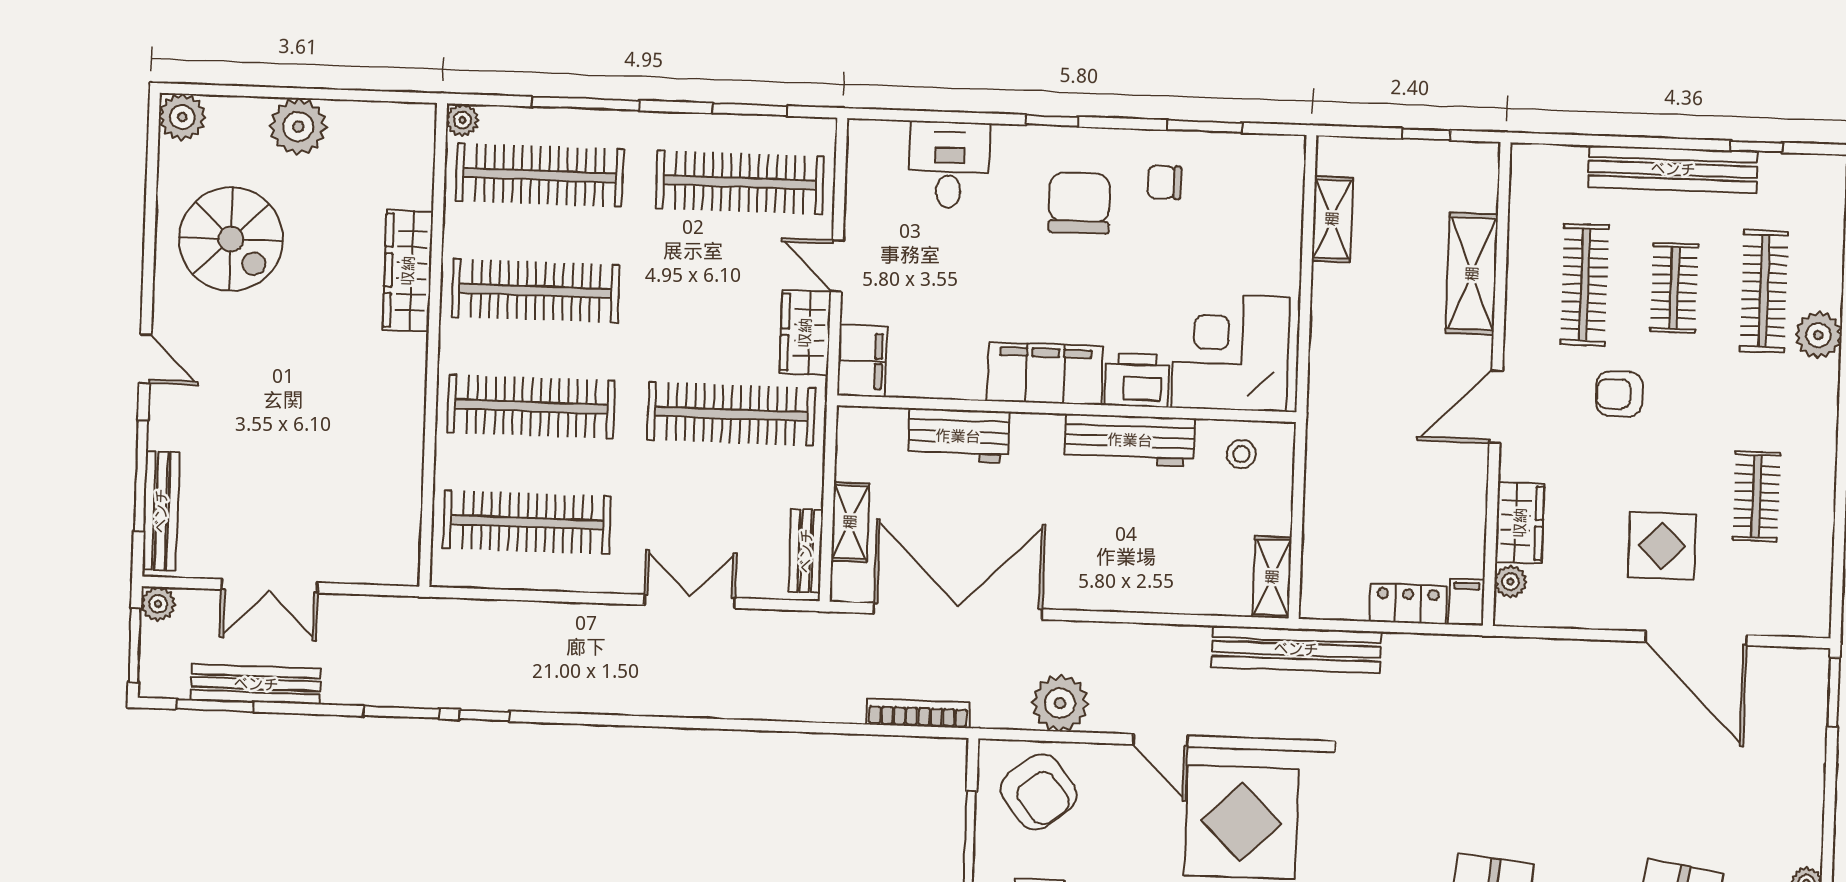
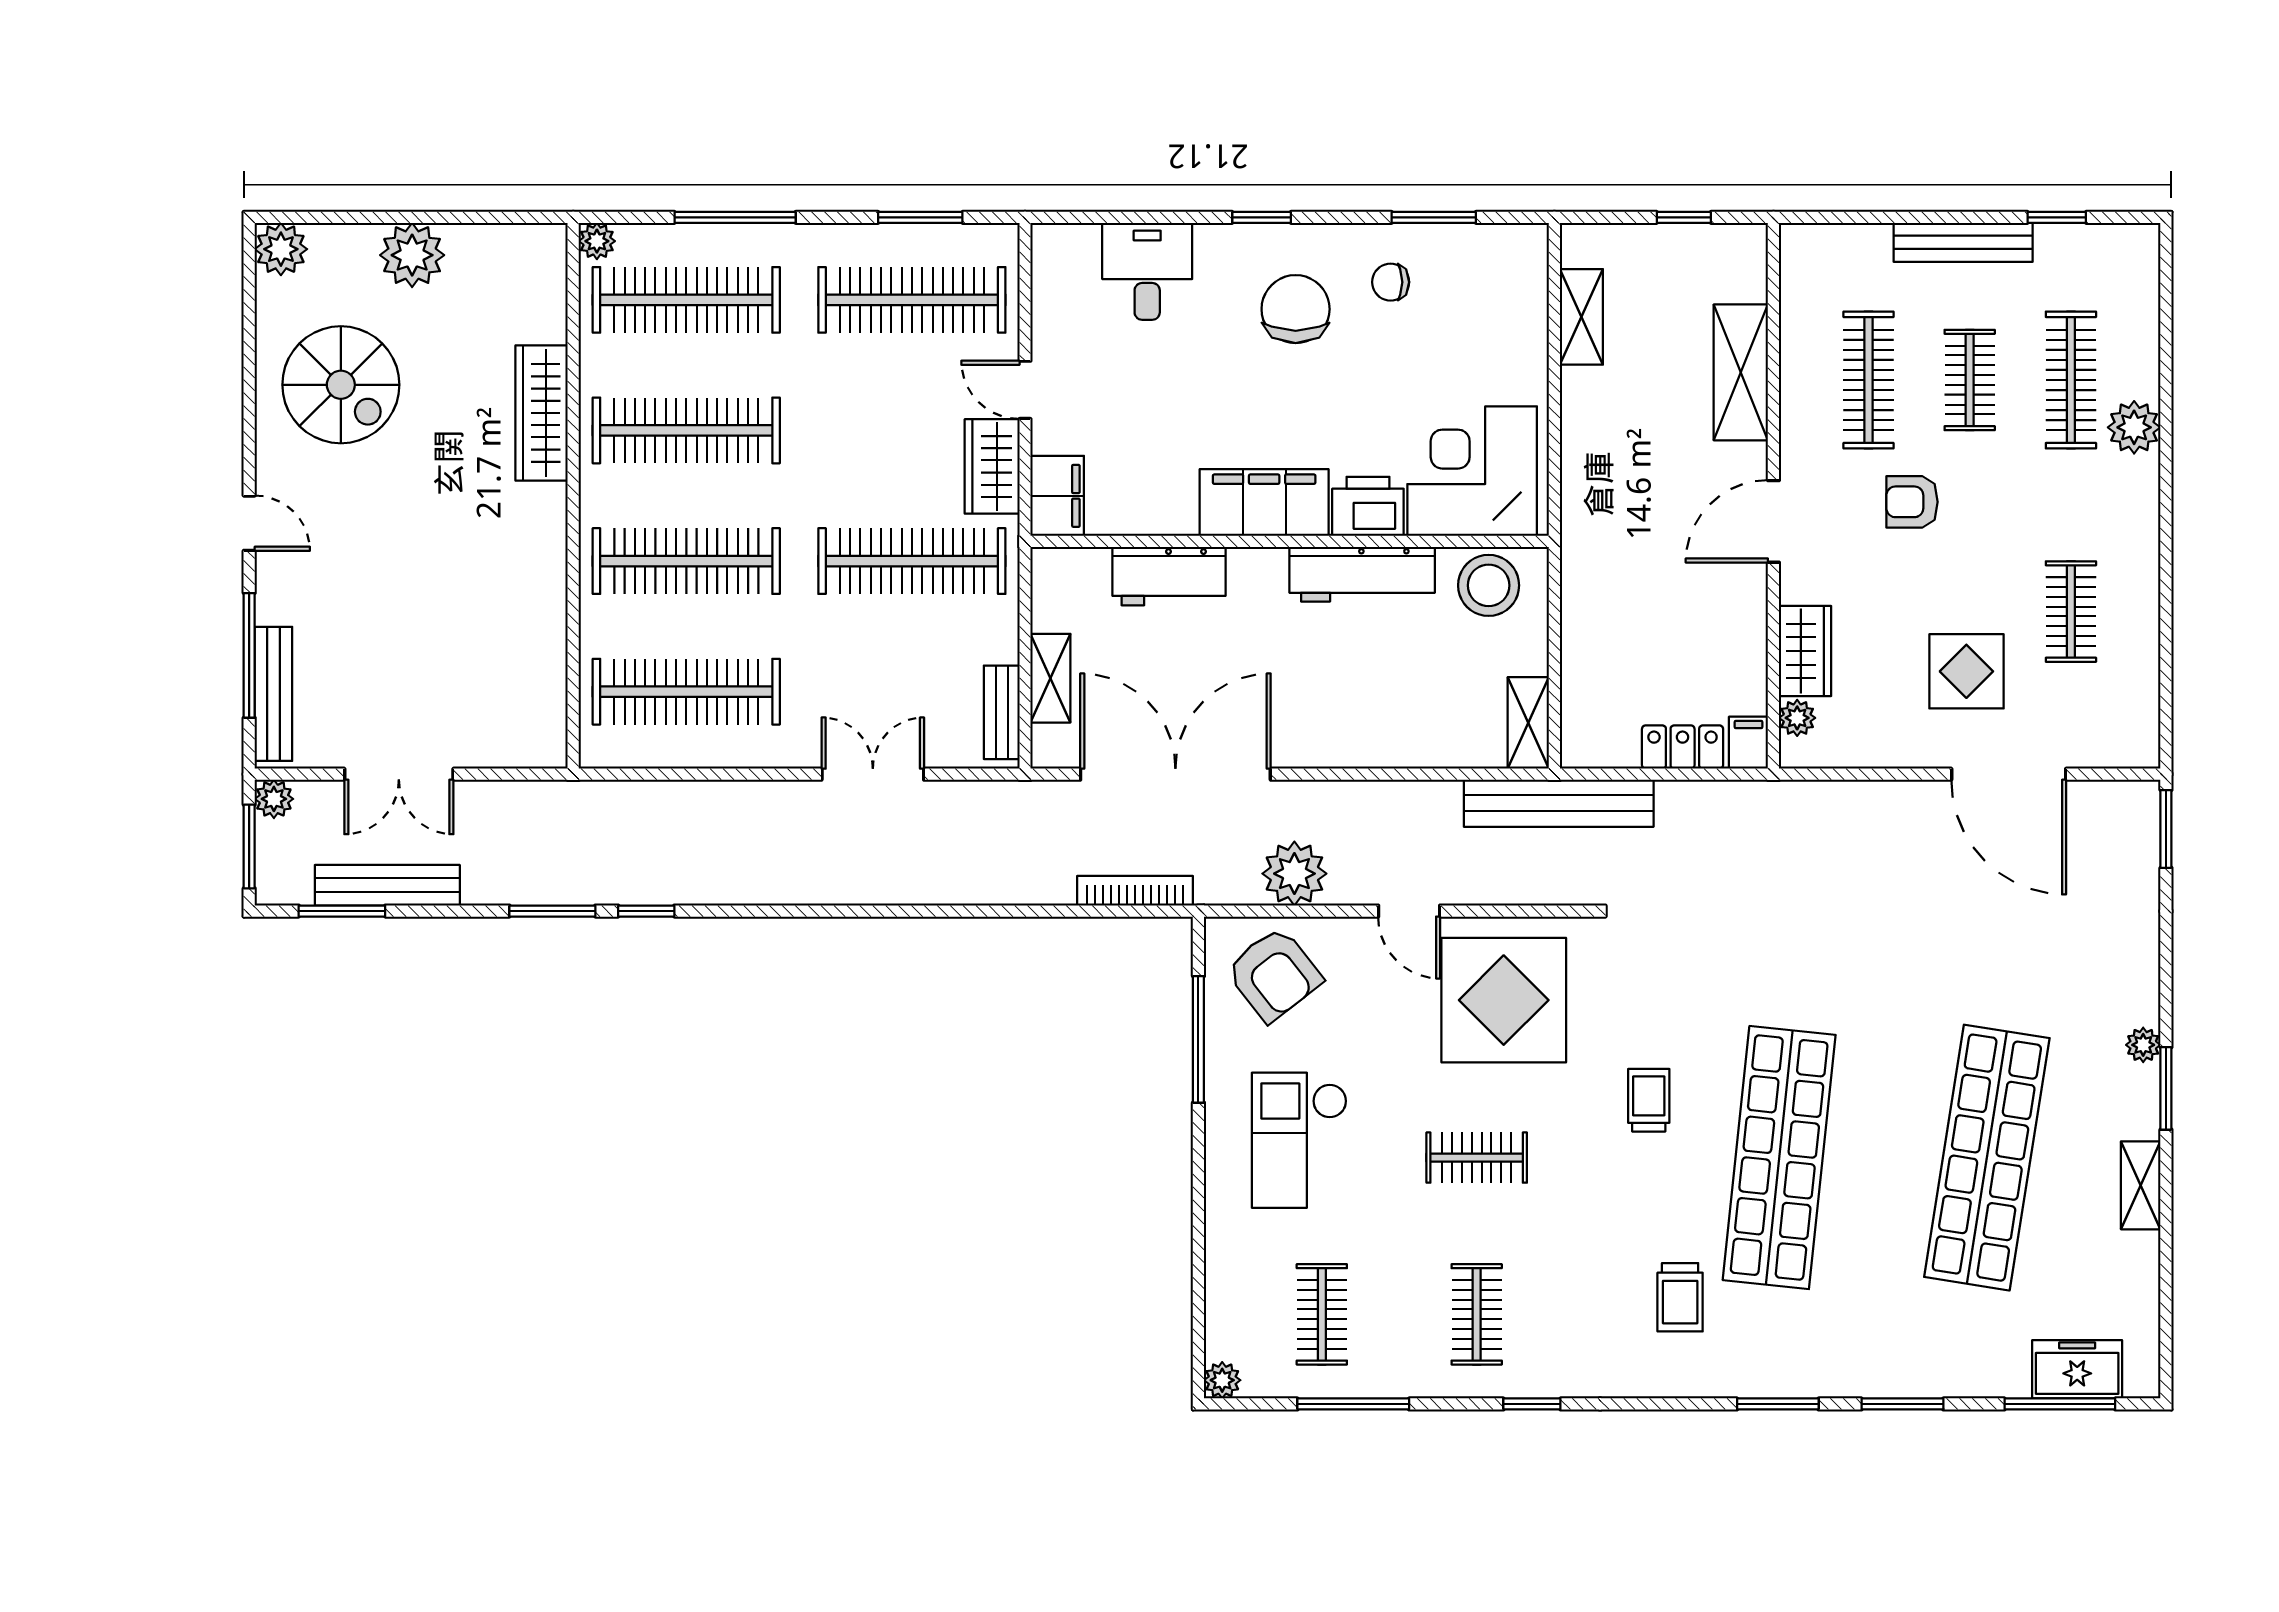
bench: (1673, 169) -> (1963, 242), width x0.73, depth x0.82
stool: (1241, 454) -> (1489, 585), width x1.89, depth x1.89

